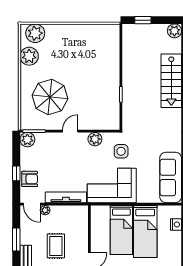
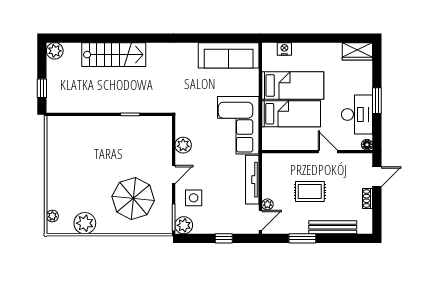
plant: (35, 33) -> (52, 216), width x0.53, depth x0.53
door: (70, 131) -> (174, 175), swing flipped
side table: (121, 151) -> (194, 198), moved
armchair: (30, 179) -> (230, 223), removed

